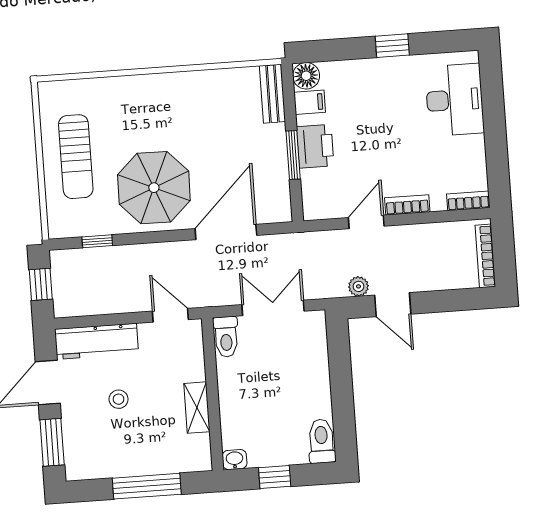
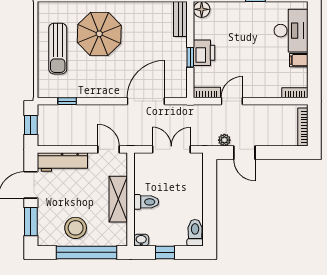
filing cabinet: (310, 102) -> (299, 60), moved, turned 180
window: (293, 155) -> (190, 57), width x0.67
parasol: (154, 188) -> (99, 34), moved
bookcase: (407, 205) -> (207, 93), moved
toilet: (226, 337) -> (146, 202), moved, turned -90
stool: (119, 399) -> (76, 228), moved, width x1.89, depth x1.89
shelving: (197, 408) -> (118, 199), width x1.50, depth x1.33
window: (147, 486) -> (87, 252), width x1.46

